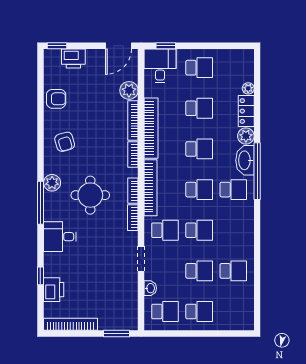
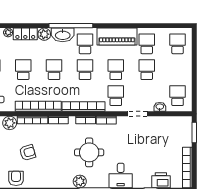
armchair: (65, 142) -> (28, 153), moved
piano: (243, 232) -> (117, 37), added
school desk: (199, 312) -> (178, 44), moved

